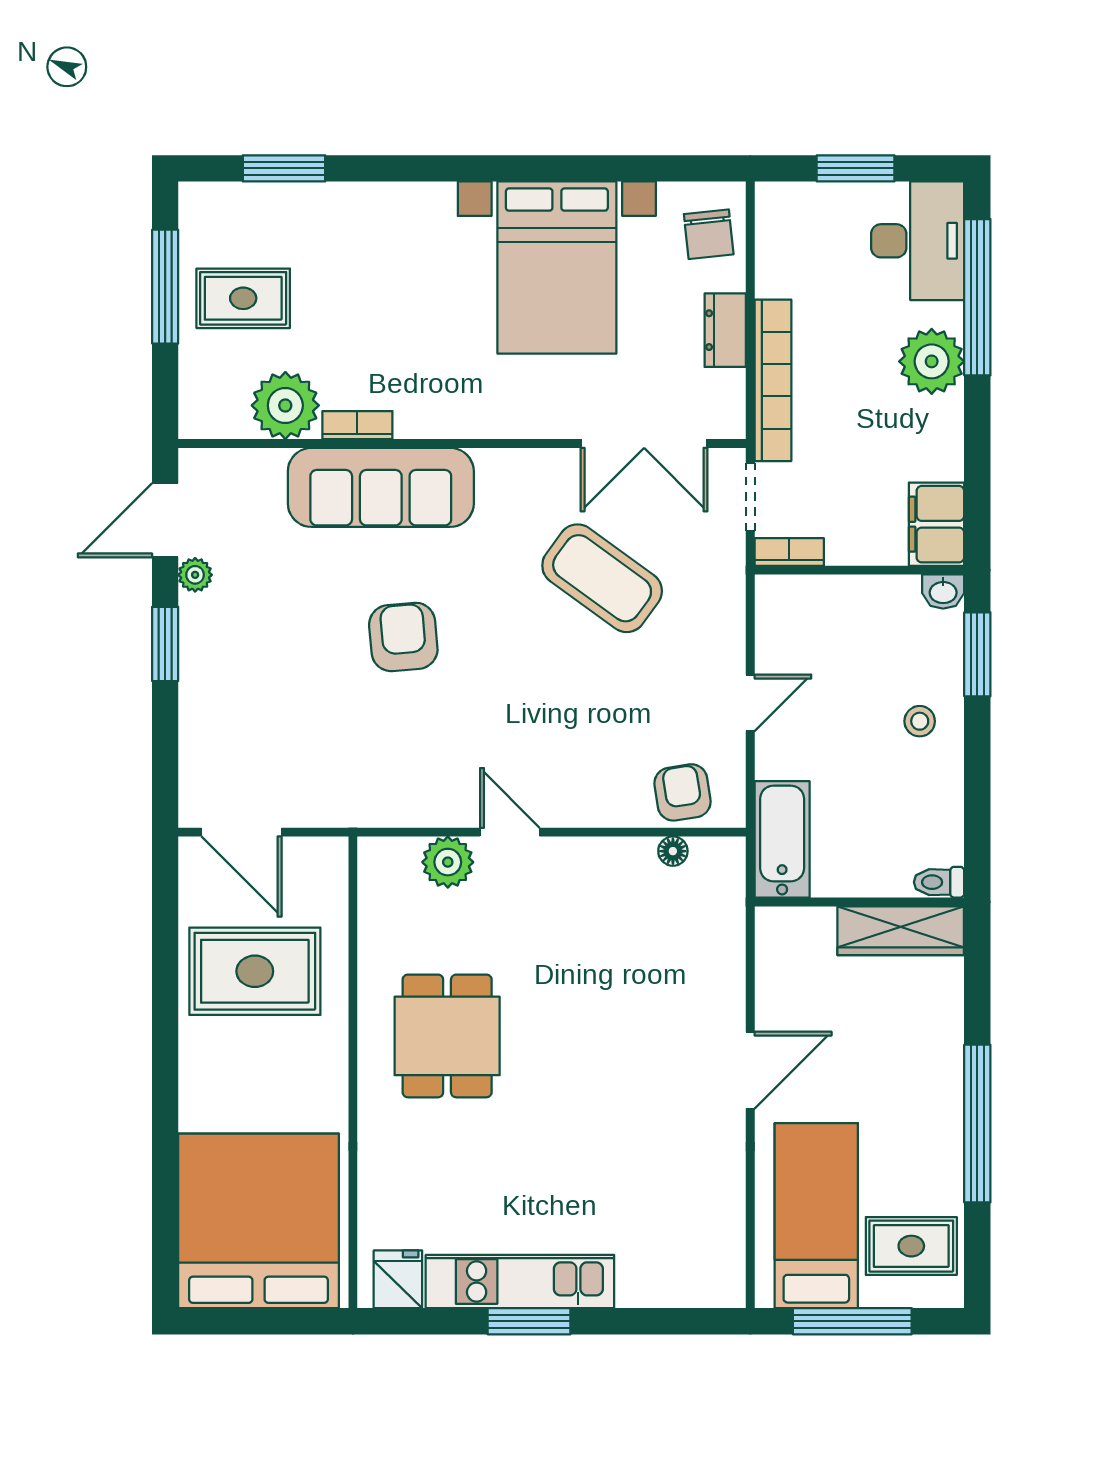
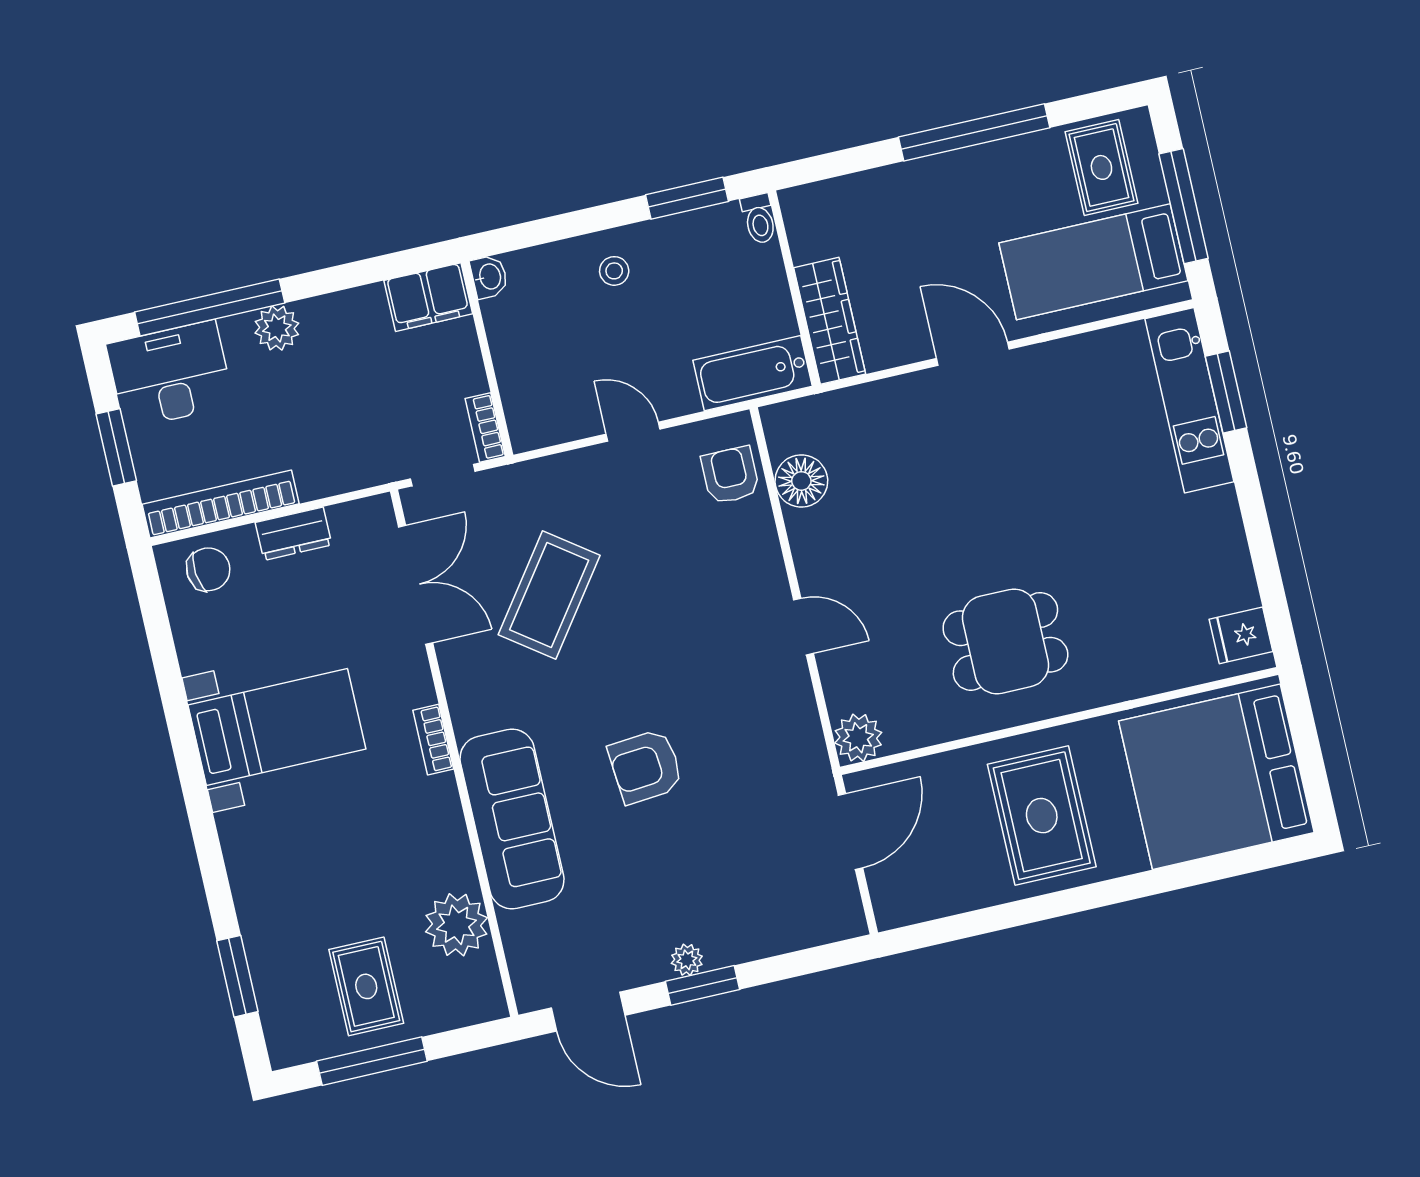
bed with nightstands: (557, 268) -> (277, 727), width x0.73
plant: (932, 361) -> (277, 328), width x0.73, depth x0.73
bookcase: (773, 380) -> (221, 504), moved
bookcase: (357, 425) -> (433, 740), moved
plant: (195, 575) -> (687, 960), moved
window: (977, 654) -> (687, 198), moved
armchair: (683, 792) -> (730, 475), turned 99
door: (241, 832) -> (851, 832), moved
door: (510, 832) -> (804, 627), swing flipped
floor lamp: (673, 851) -> (801, 481), width x1.89, depth x1.89
plant: (448, 862) -> (858, 738), moved
wardrobe: (901, 931) -> (830, 321), moved
rug: (255, 971) -> (1042, 816), moved
kitchen unit: (520, 1282) -> (1189, 400), moved
window: (529, 1321) -> (1226, 392), moved

